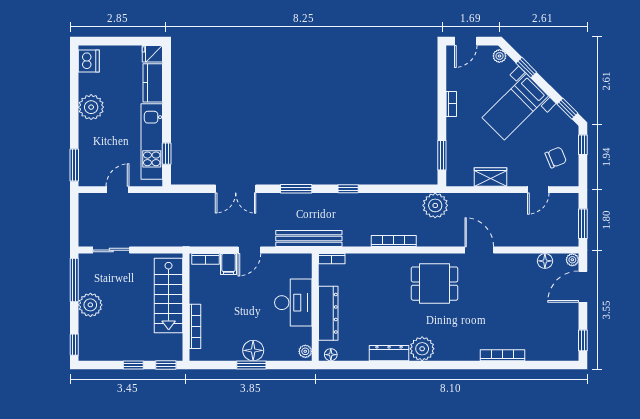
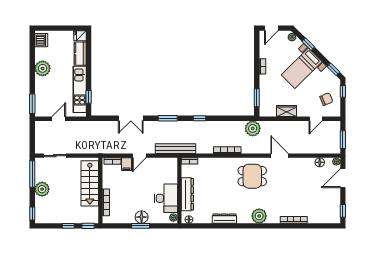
desk: (293, 303) -> (166, 198), moved
plant: (422, 349) -> (259, 216), moved

